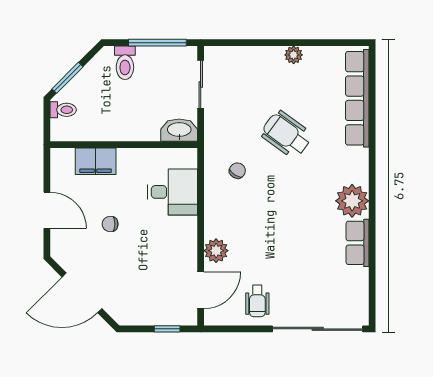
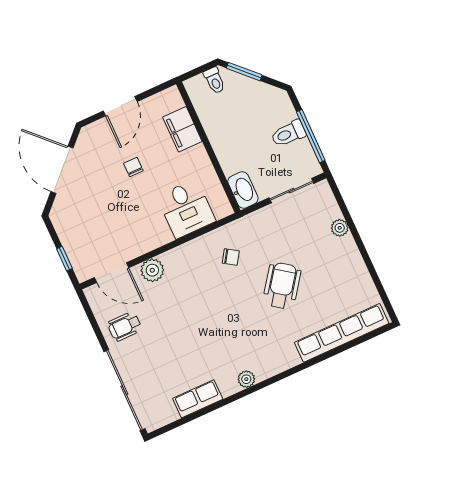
plant: (294, 55) -> (340, 228), moved
toilet: (125, 63) -> (288, 134), moved
plant: (352, 201) -> (246, 379), width x0.53, depth x0.53
row of seats: (357, 243) -> (198, 399), moved

